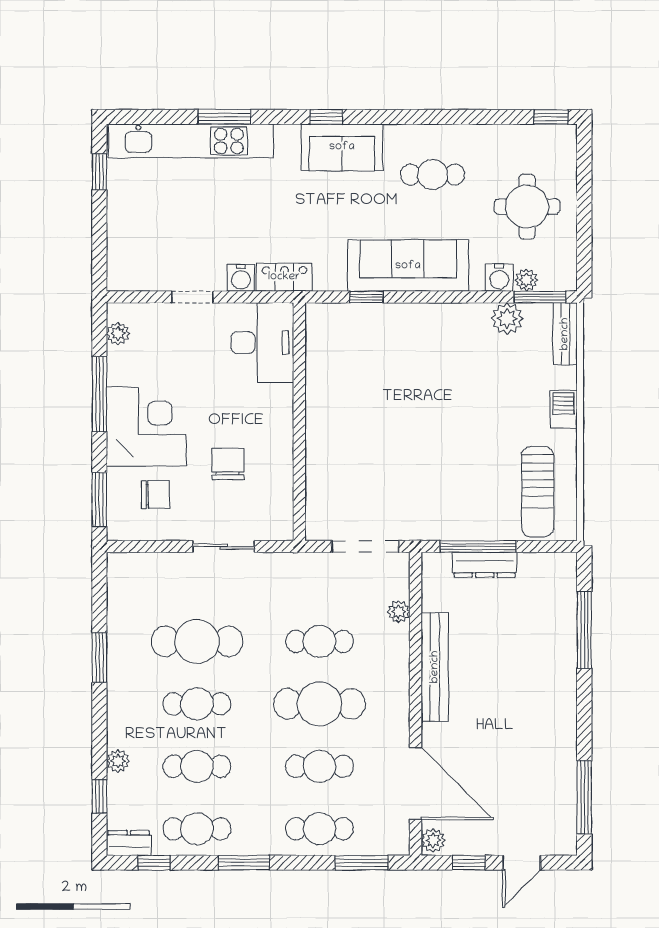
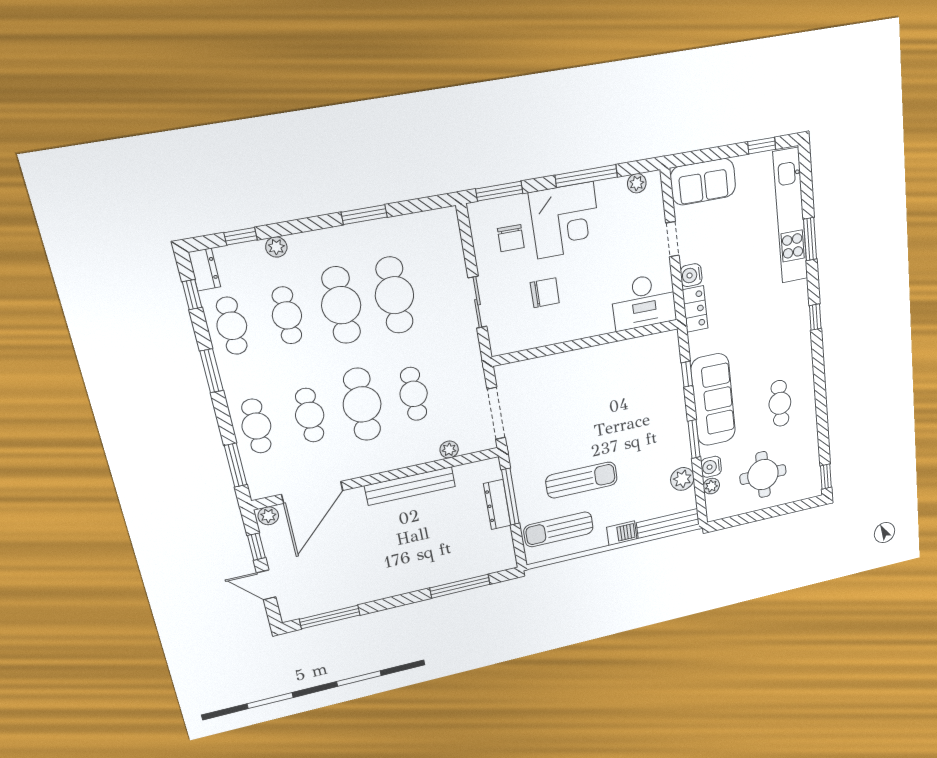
sofa: (342, 147) -> (703, 182), moved, turned -90
window: (540, 297) -> (694, 439), moved
bench: (565, 334) -> (668, 524), width x1.36
sun lounger: (477, 452) -> (582, 480), added
cafe table: (197, 704) -> (341, 305), width x1.37, depth x1.35

